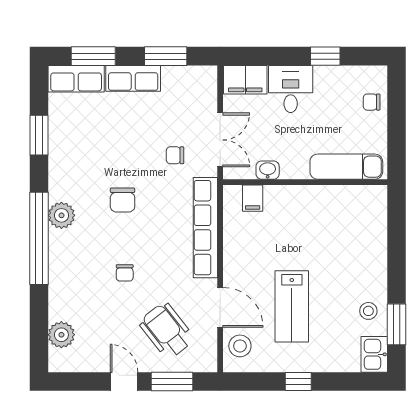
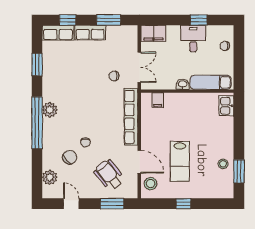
window: (93, 56) -> (68, 20), width x0.67
desk: (291, 89) -> (193, 39), moved
washbasin: (268, 170) -> (183, 84), moved
chair: (123, 200) -> (70, 157), moved, turned -132
kitchen sink: (374, 354) -> (226, 106), moved
door: (124, 382) -> (71, 204), moved

